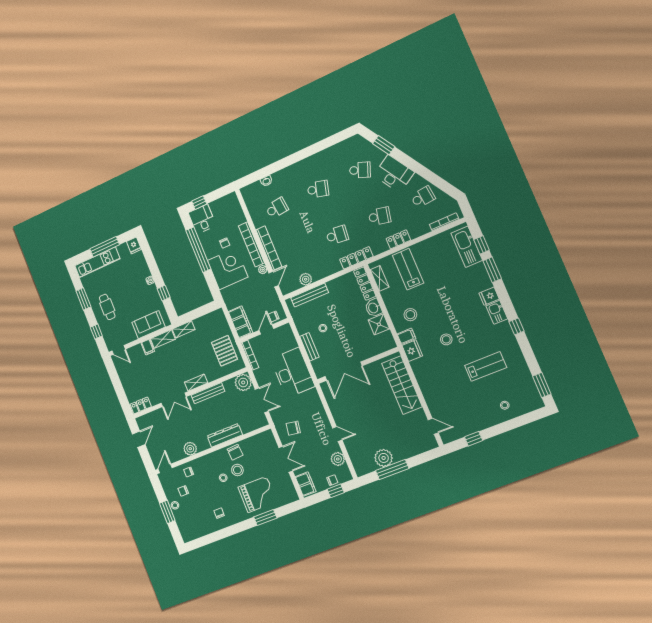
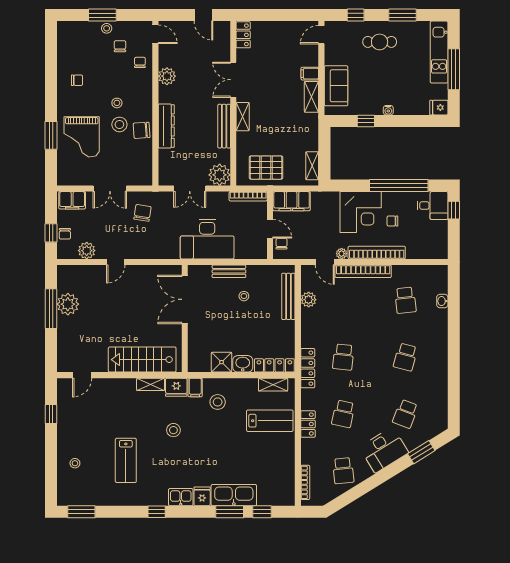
kitchen sink: (467, 247) -> (234, 495), moved
shelving: (184, 329) -> (312, 166), moved
shelving: (418, 371) -> (151, 384), added

